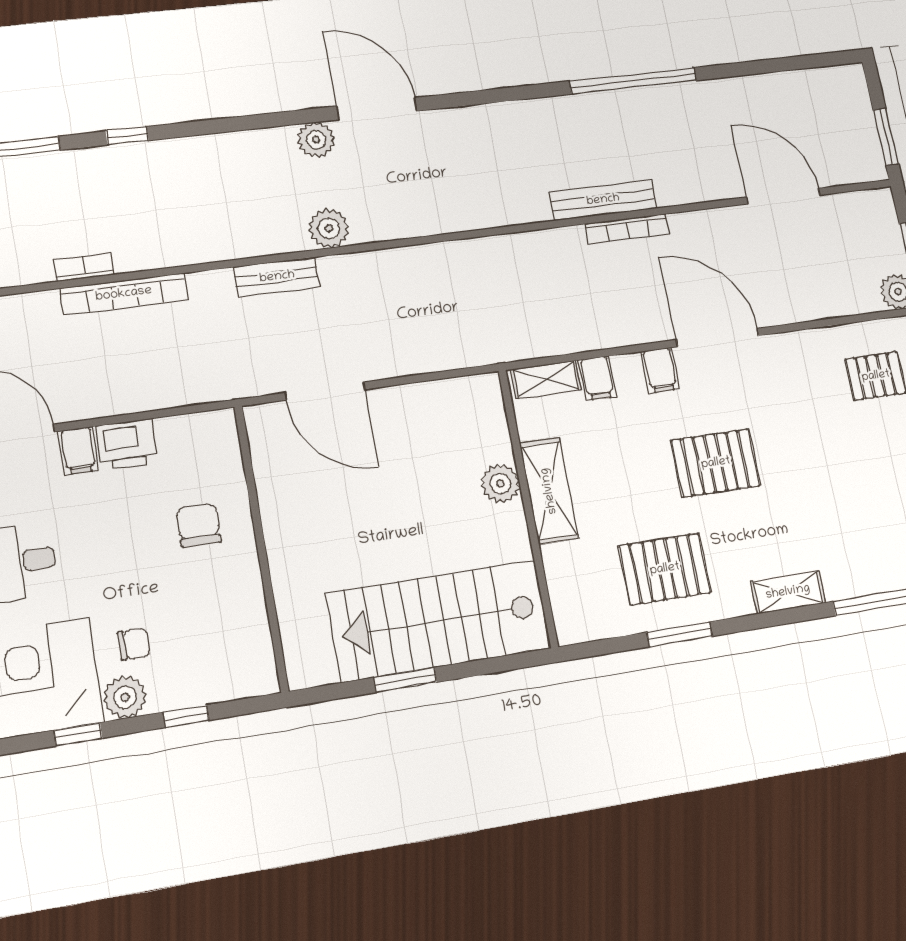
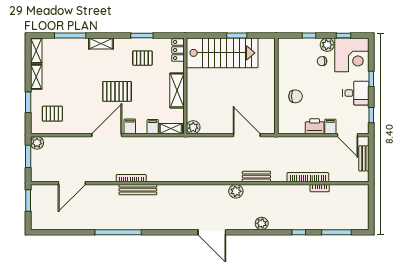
plant: (316, 140) -> (262, 223), moved
door: (783, 196) -> (72, 183), hinge flipped
door: (718, 338) -> (107, 135), swing flipped
plant: (500, 483) -> (193, 127), moved
chair: (199, 525) -> (296, 96), turned -90
pallet: (665, 569) -> (142, 58), width x0.67, depth x0.71
locker: (569, 609) -> (178, 50), added

